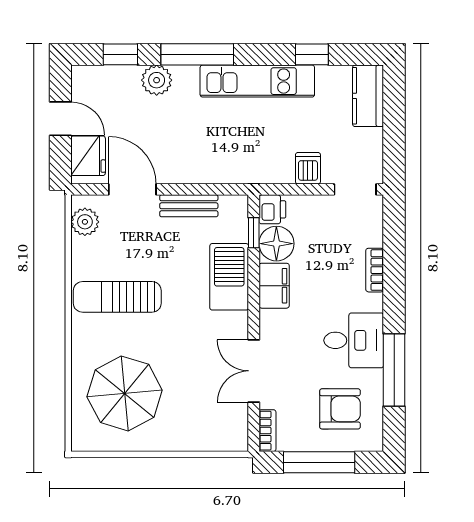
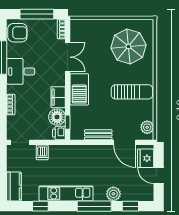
barbecue: (229, 277) -> (79, 89), moved
armchair: (340, 409) -> (17, 33), moved, turned 180

